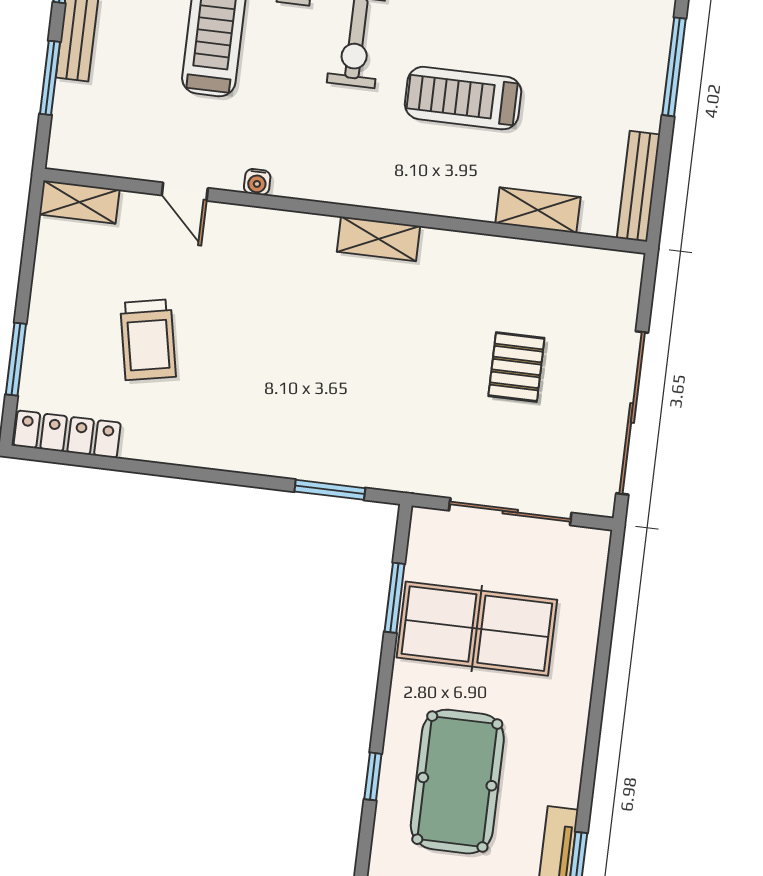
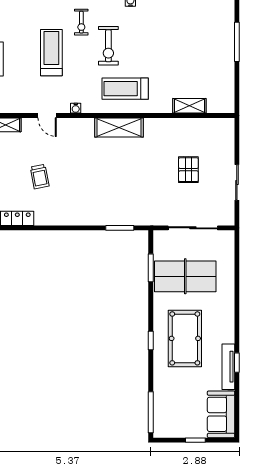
treadmill: (463, 98) -> (125, 89), moved
bench: (639, 186) -> (229, 91), removed
shelving: (378, 239) -> (119, 127), width x1.50, depth x1.33
trolley: (148, 340) -> (40, 177), width x0.73, depth x0.72
sliding door: (632, 413) -> (237, 182), width x0.54

